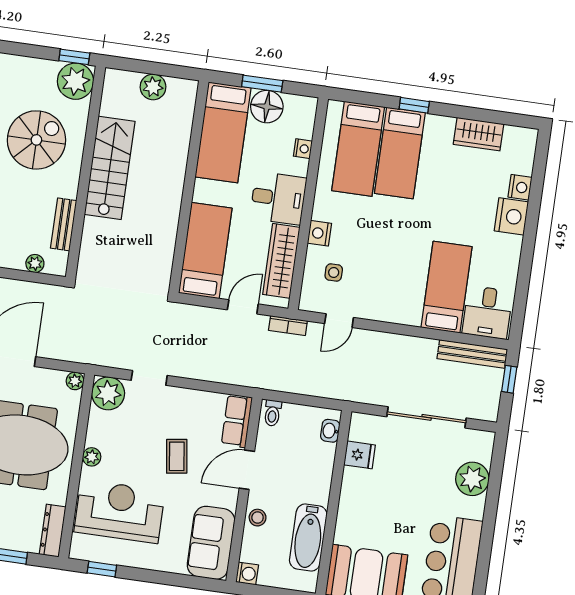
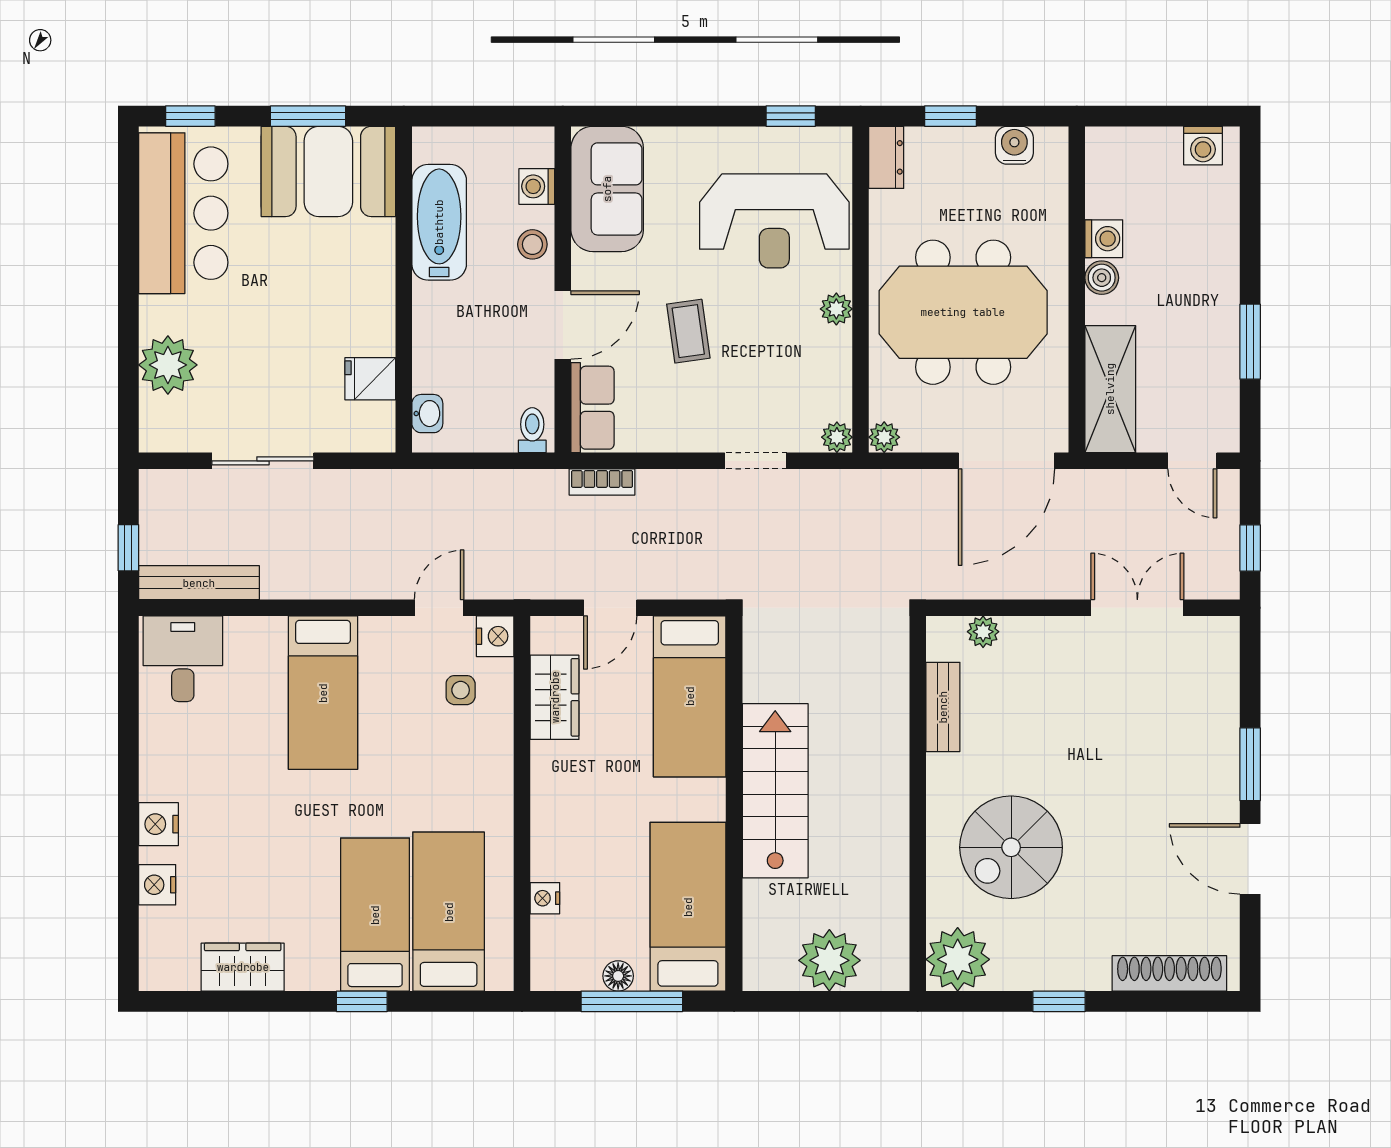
window: (74, 57) -> (1059, 1001), moved
window: (262, 84) -> (632, 1001), width x1.44
plant: (153, 87) -> (829, 960), width x1.36, depth x1.36
floor lamp: (267, 107) -> (618, 976), width x0.53, depth x0.53
stairs: (110, 168) -> (775, 791), moved, turned 180
desk: (278, 198) -> (576, 806), removed
nightstand: (511, 216) -> (158, 824), width x0.74, depth x0.75
nightstand: (319, 233) -> (495, 636), moved
wardrobe: (281, 261) -> (555, 697), width x0.67
bed: (447, 287) -> (323, 693), moved
bookcase: (288, 326) -> (602, 482), moved, turned 180
plant: (108, 393) -> (837, 437), width x0.53, depth x0.53
sliding door: (427, 417) -> (263, 461), width x0.73
dresser: (53, 531) -> (886, 157), width x0.70
washing machine: (247, 574) -> (537, 186), moved

